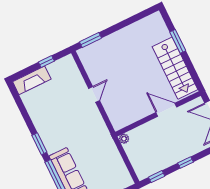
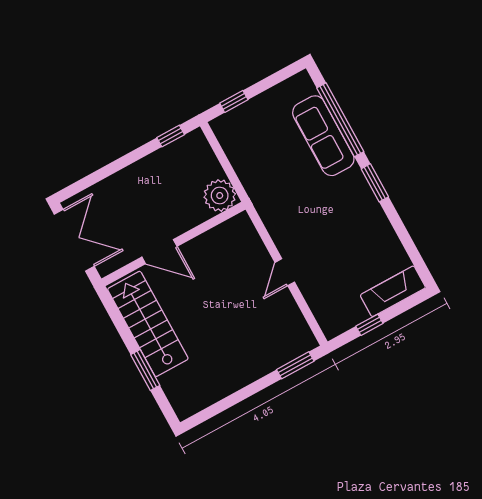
plant: (124, 139) -> (220, 196), width x1.88, depth x1.88
window: (185, 162) -> (122, 163), removed

